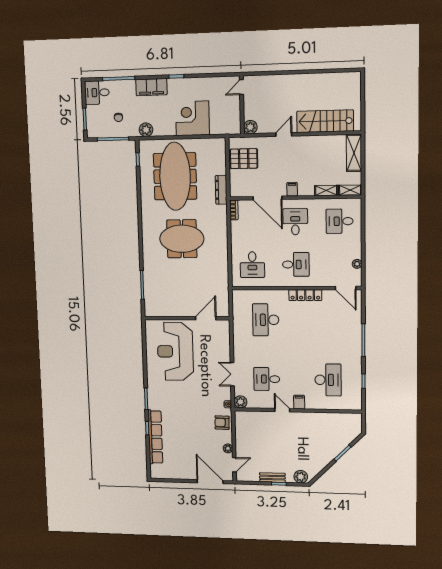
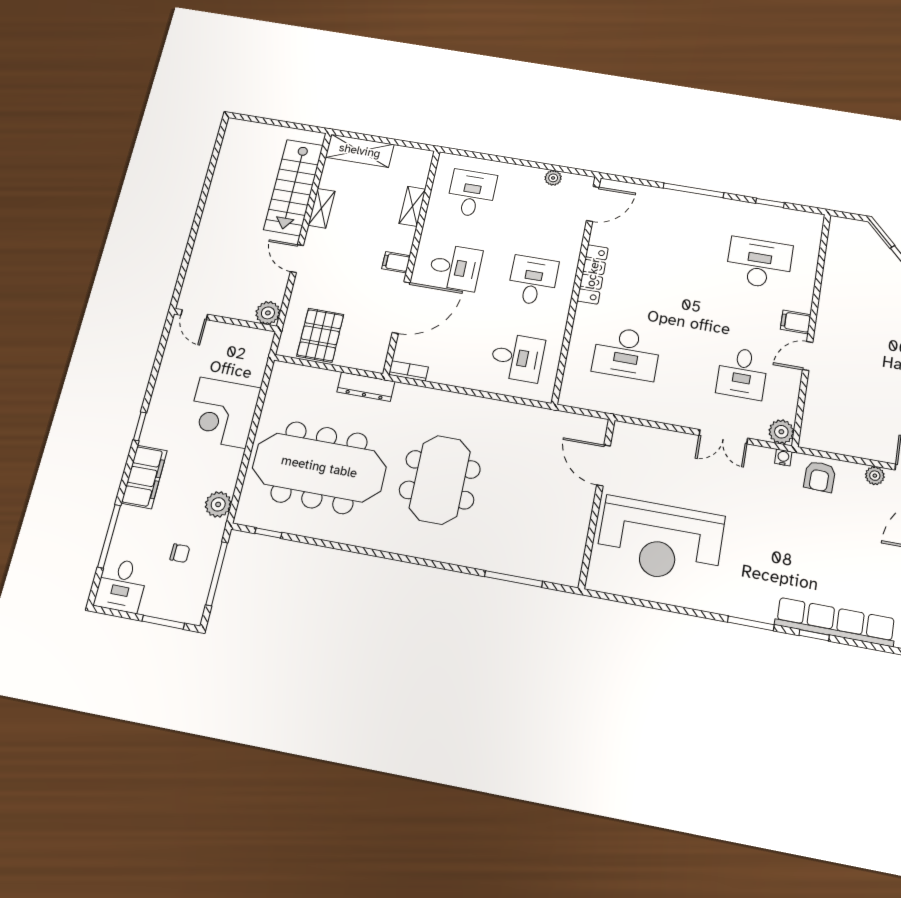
shelving: (350, 190) -> (322, 208), moved
desk: (340, 221) -> (471, 194), turned 180
desk: (295, 222) -> (455, 267), turned 180

